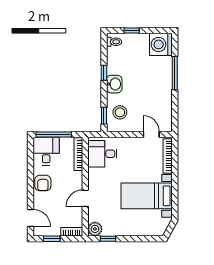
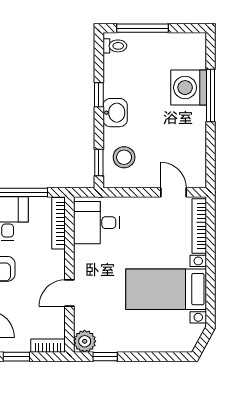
window: (132, 30) -> (143, 28), width x2.17
washing machine: (161, 44) -> (189, 88), moved

